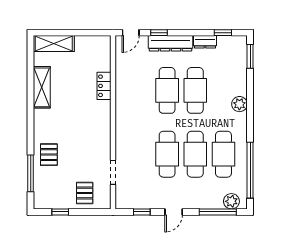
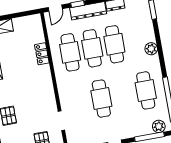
cafe table: (195, 154) -> (70, 52), moved

